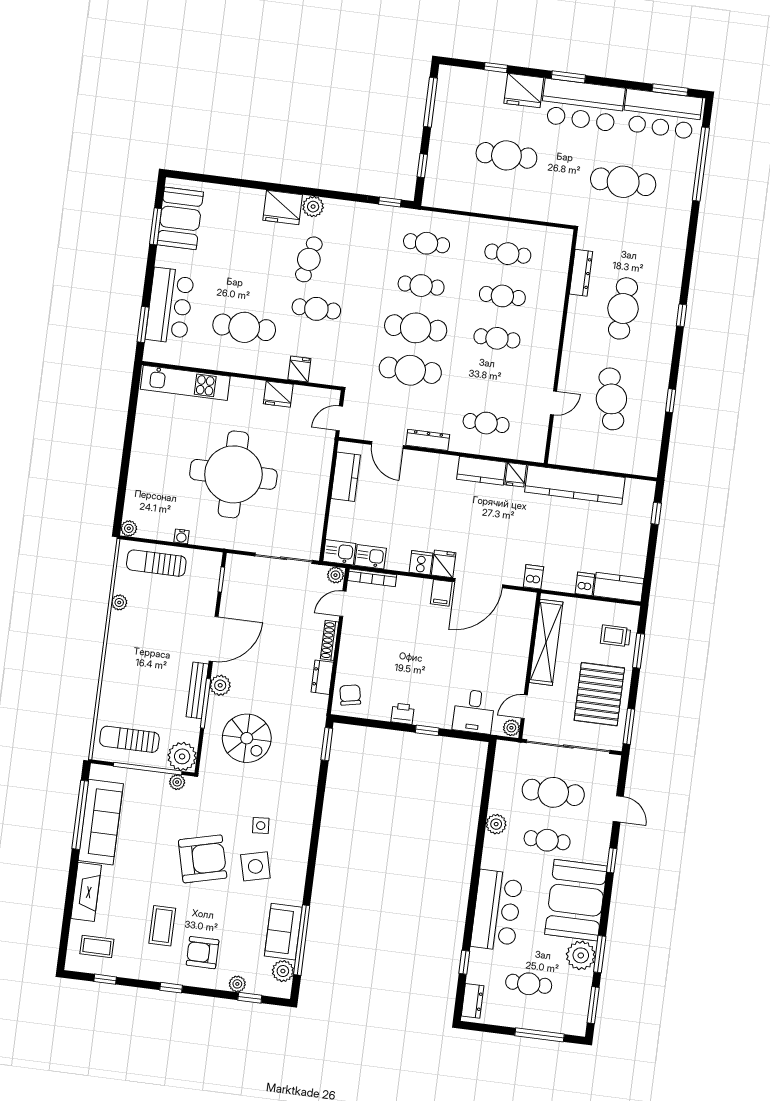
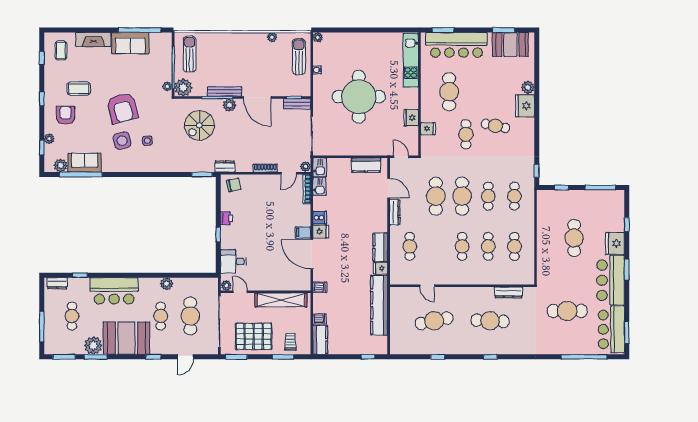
cafe table: (623, 182) -> (567, 311), turned 90
plant: (313, 207) -> (528, 87), moved
bar counter: (170, 306) -> (456, 45), width x1.36
door: (387, 445) -> (389, 188), swing flipped
bench: (232, 576) -> (297, 104), added
door: (343, 604) -> (289, 173), swing flipped
dresser: (322, 677) -> (225, 167), moved
sofa: (101, 822) -> (130, 43), width x0.73

